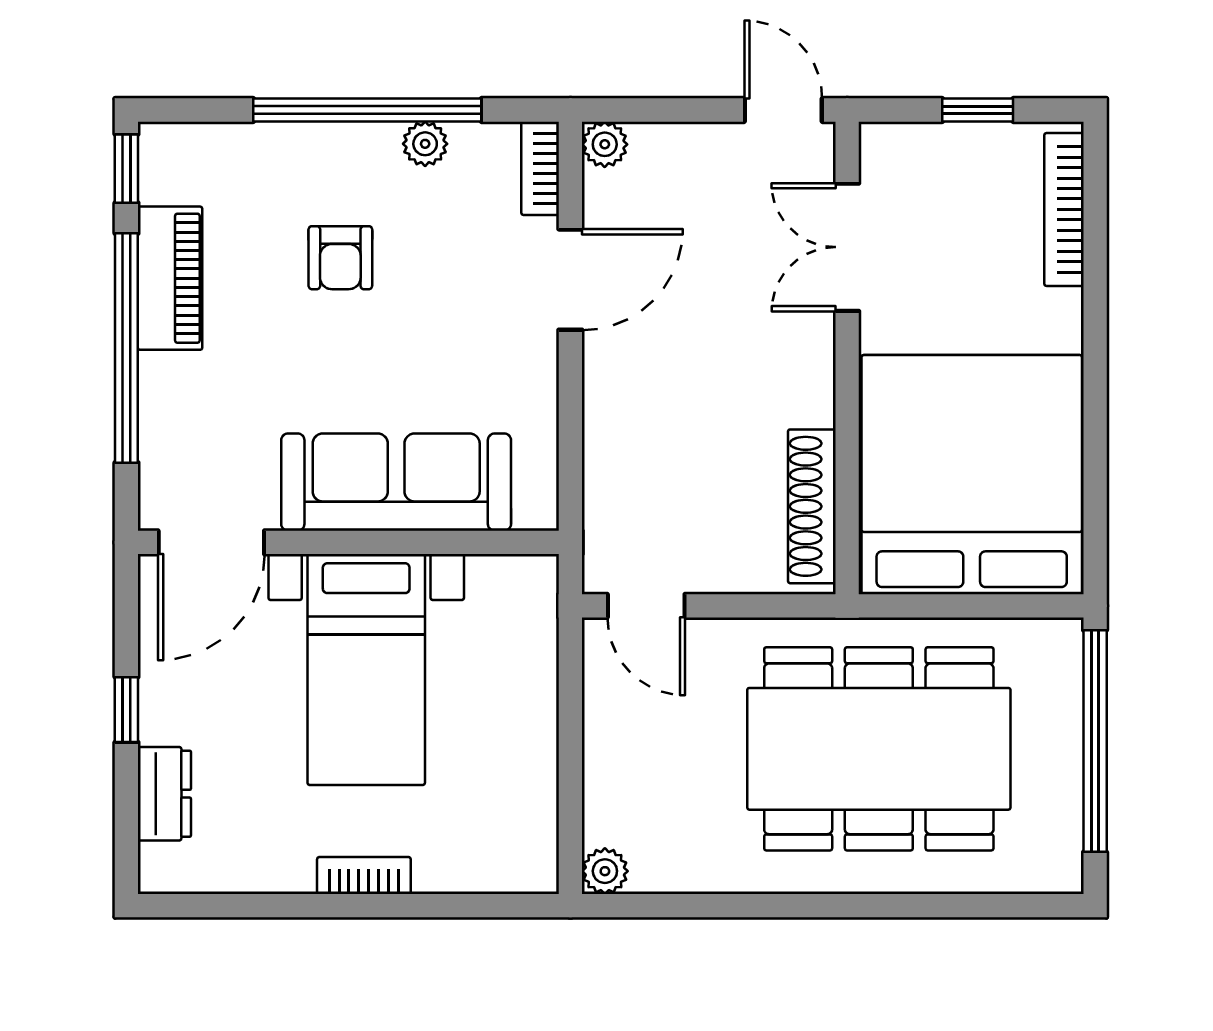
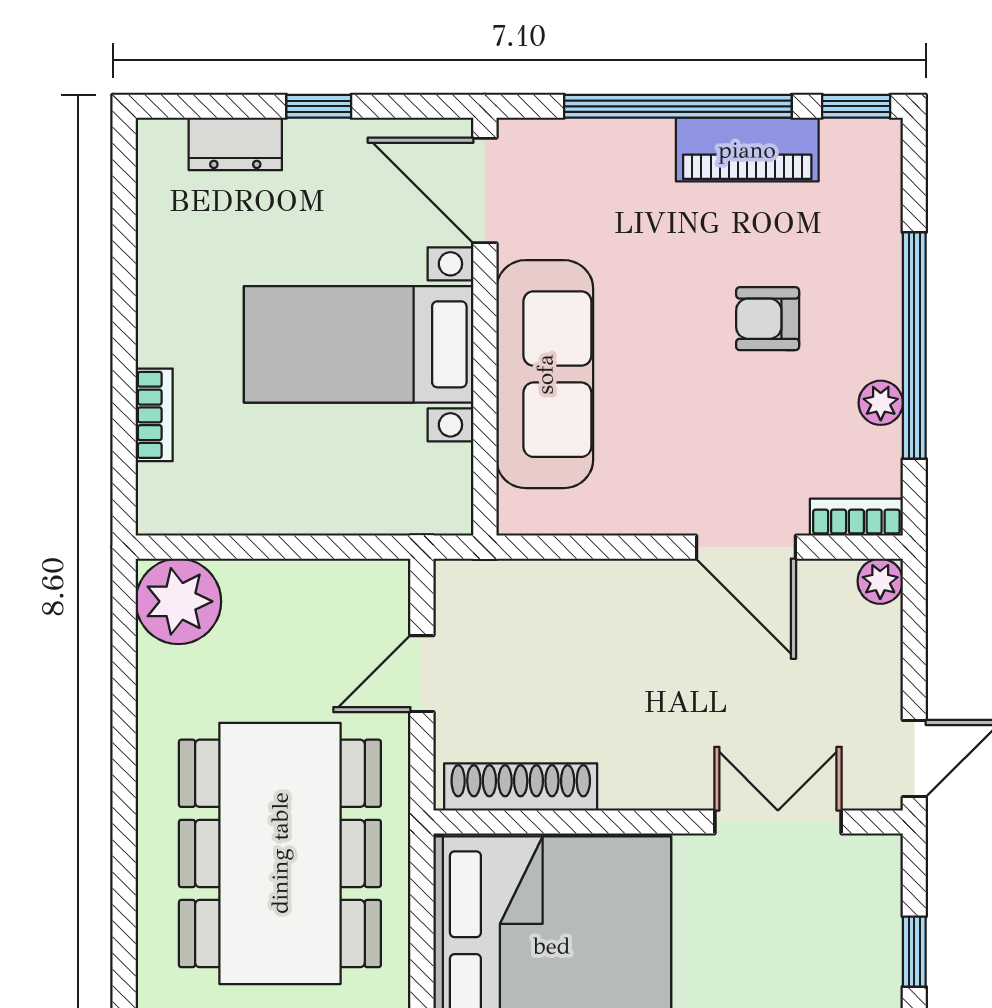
door: (646, 606) -> (422, 674), moved
plant: (605, 871) -> (178, 601), width x1.88, depth x1.88
bookcase: (364, 875) -> (154, 415), moved

